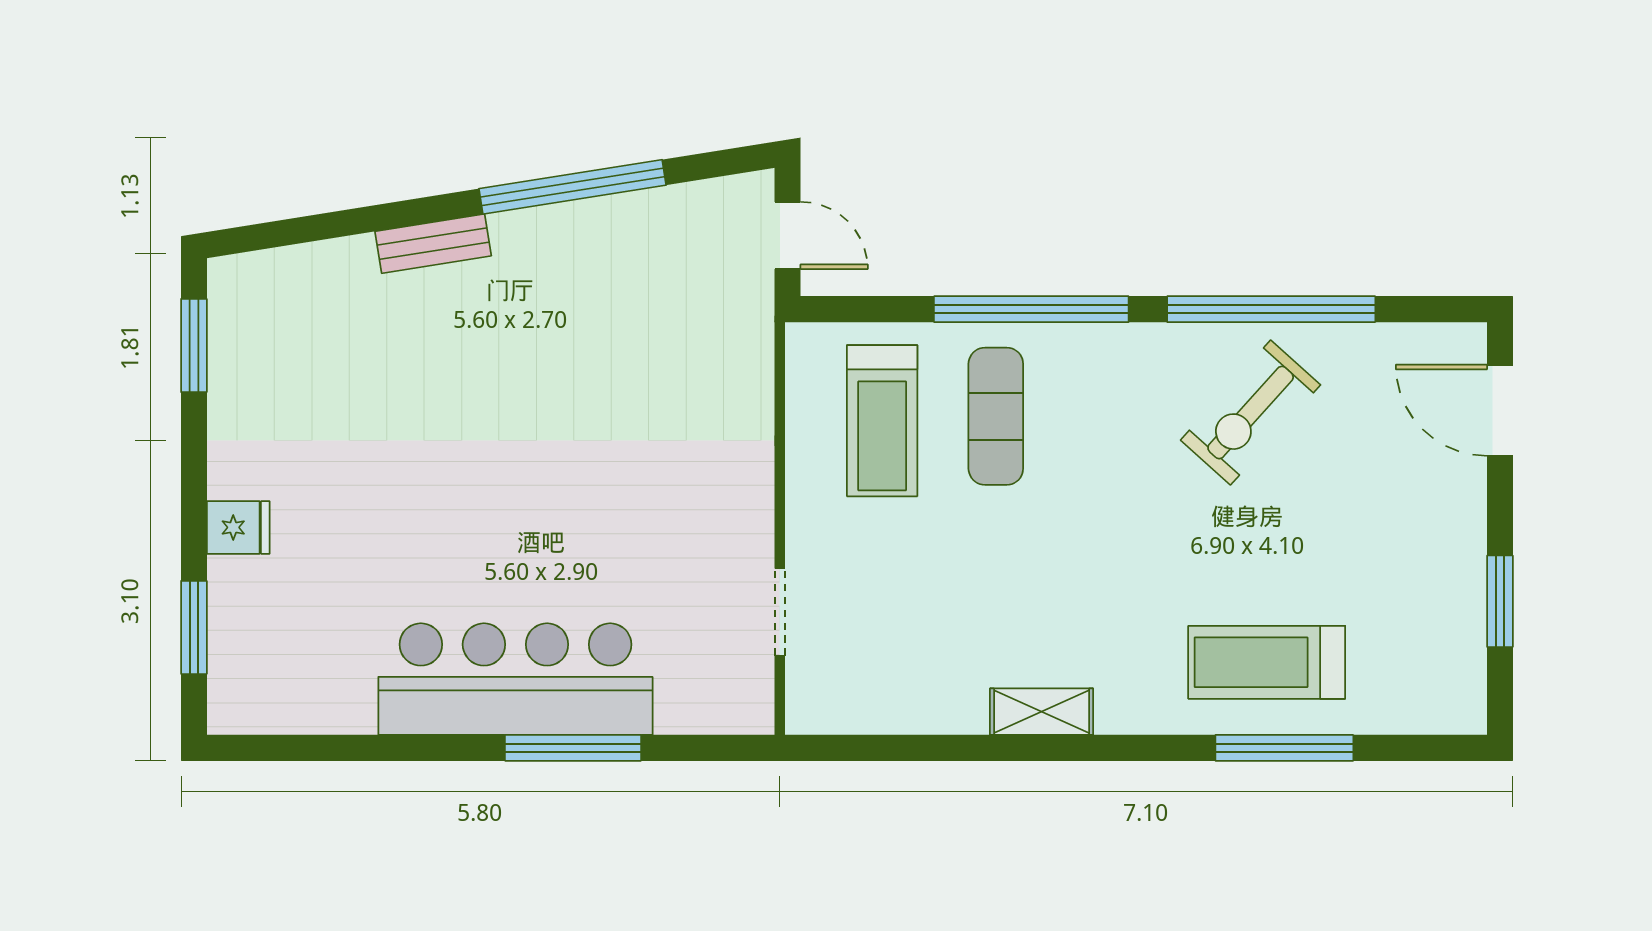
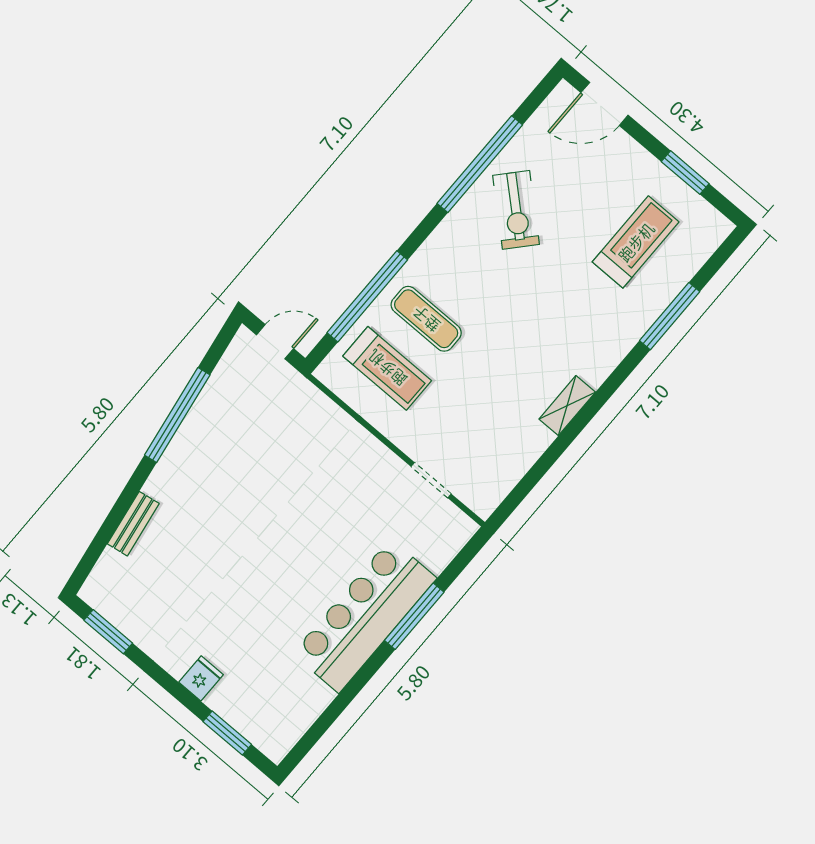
bench: (433, 244) -> (133, 524), moved
window: (1031, 309) -> (367, 296), moved
treadmill: (1267, 662) -> (636, 242), moved, turned 180

